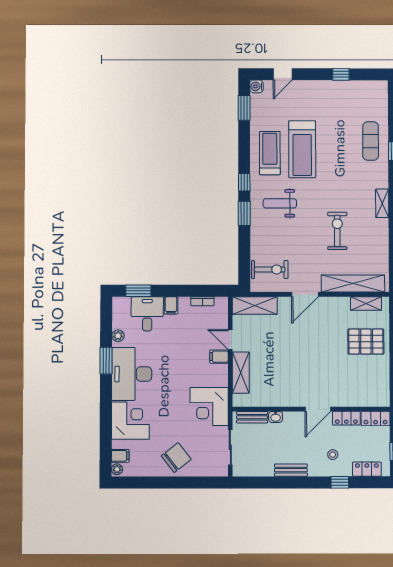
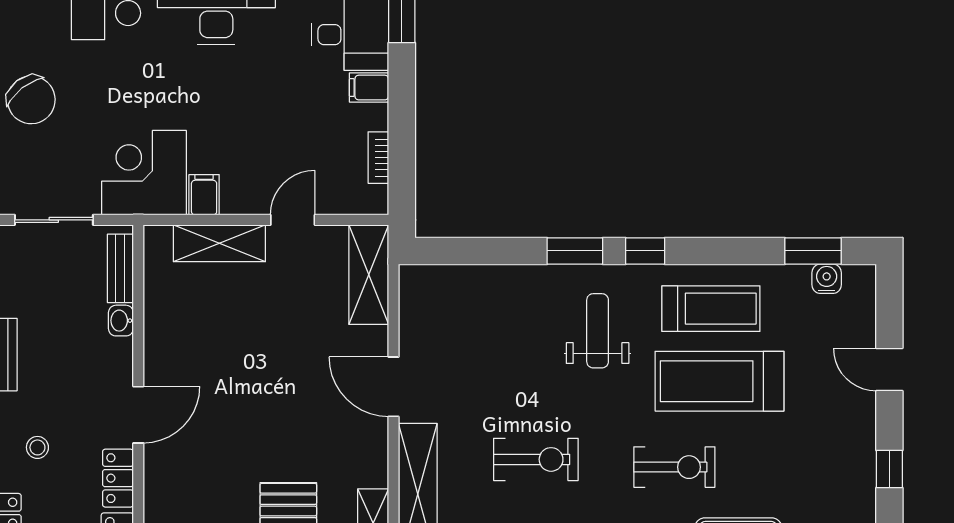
door: (283, 74) -> (889, 370), moved
water cooler: (256, 86) -> (827, 279), moved
exercise bike: (270, 269) -> (674, 467), moved, turned -90
filing cabinet: (219, 357) -> (204, 195), moved
door: (318, 409) -> (138, 415), swing flipped

